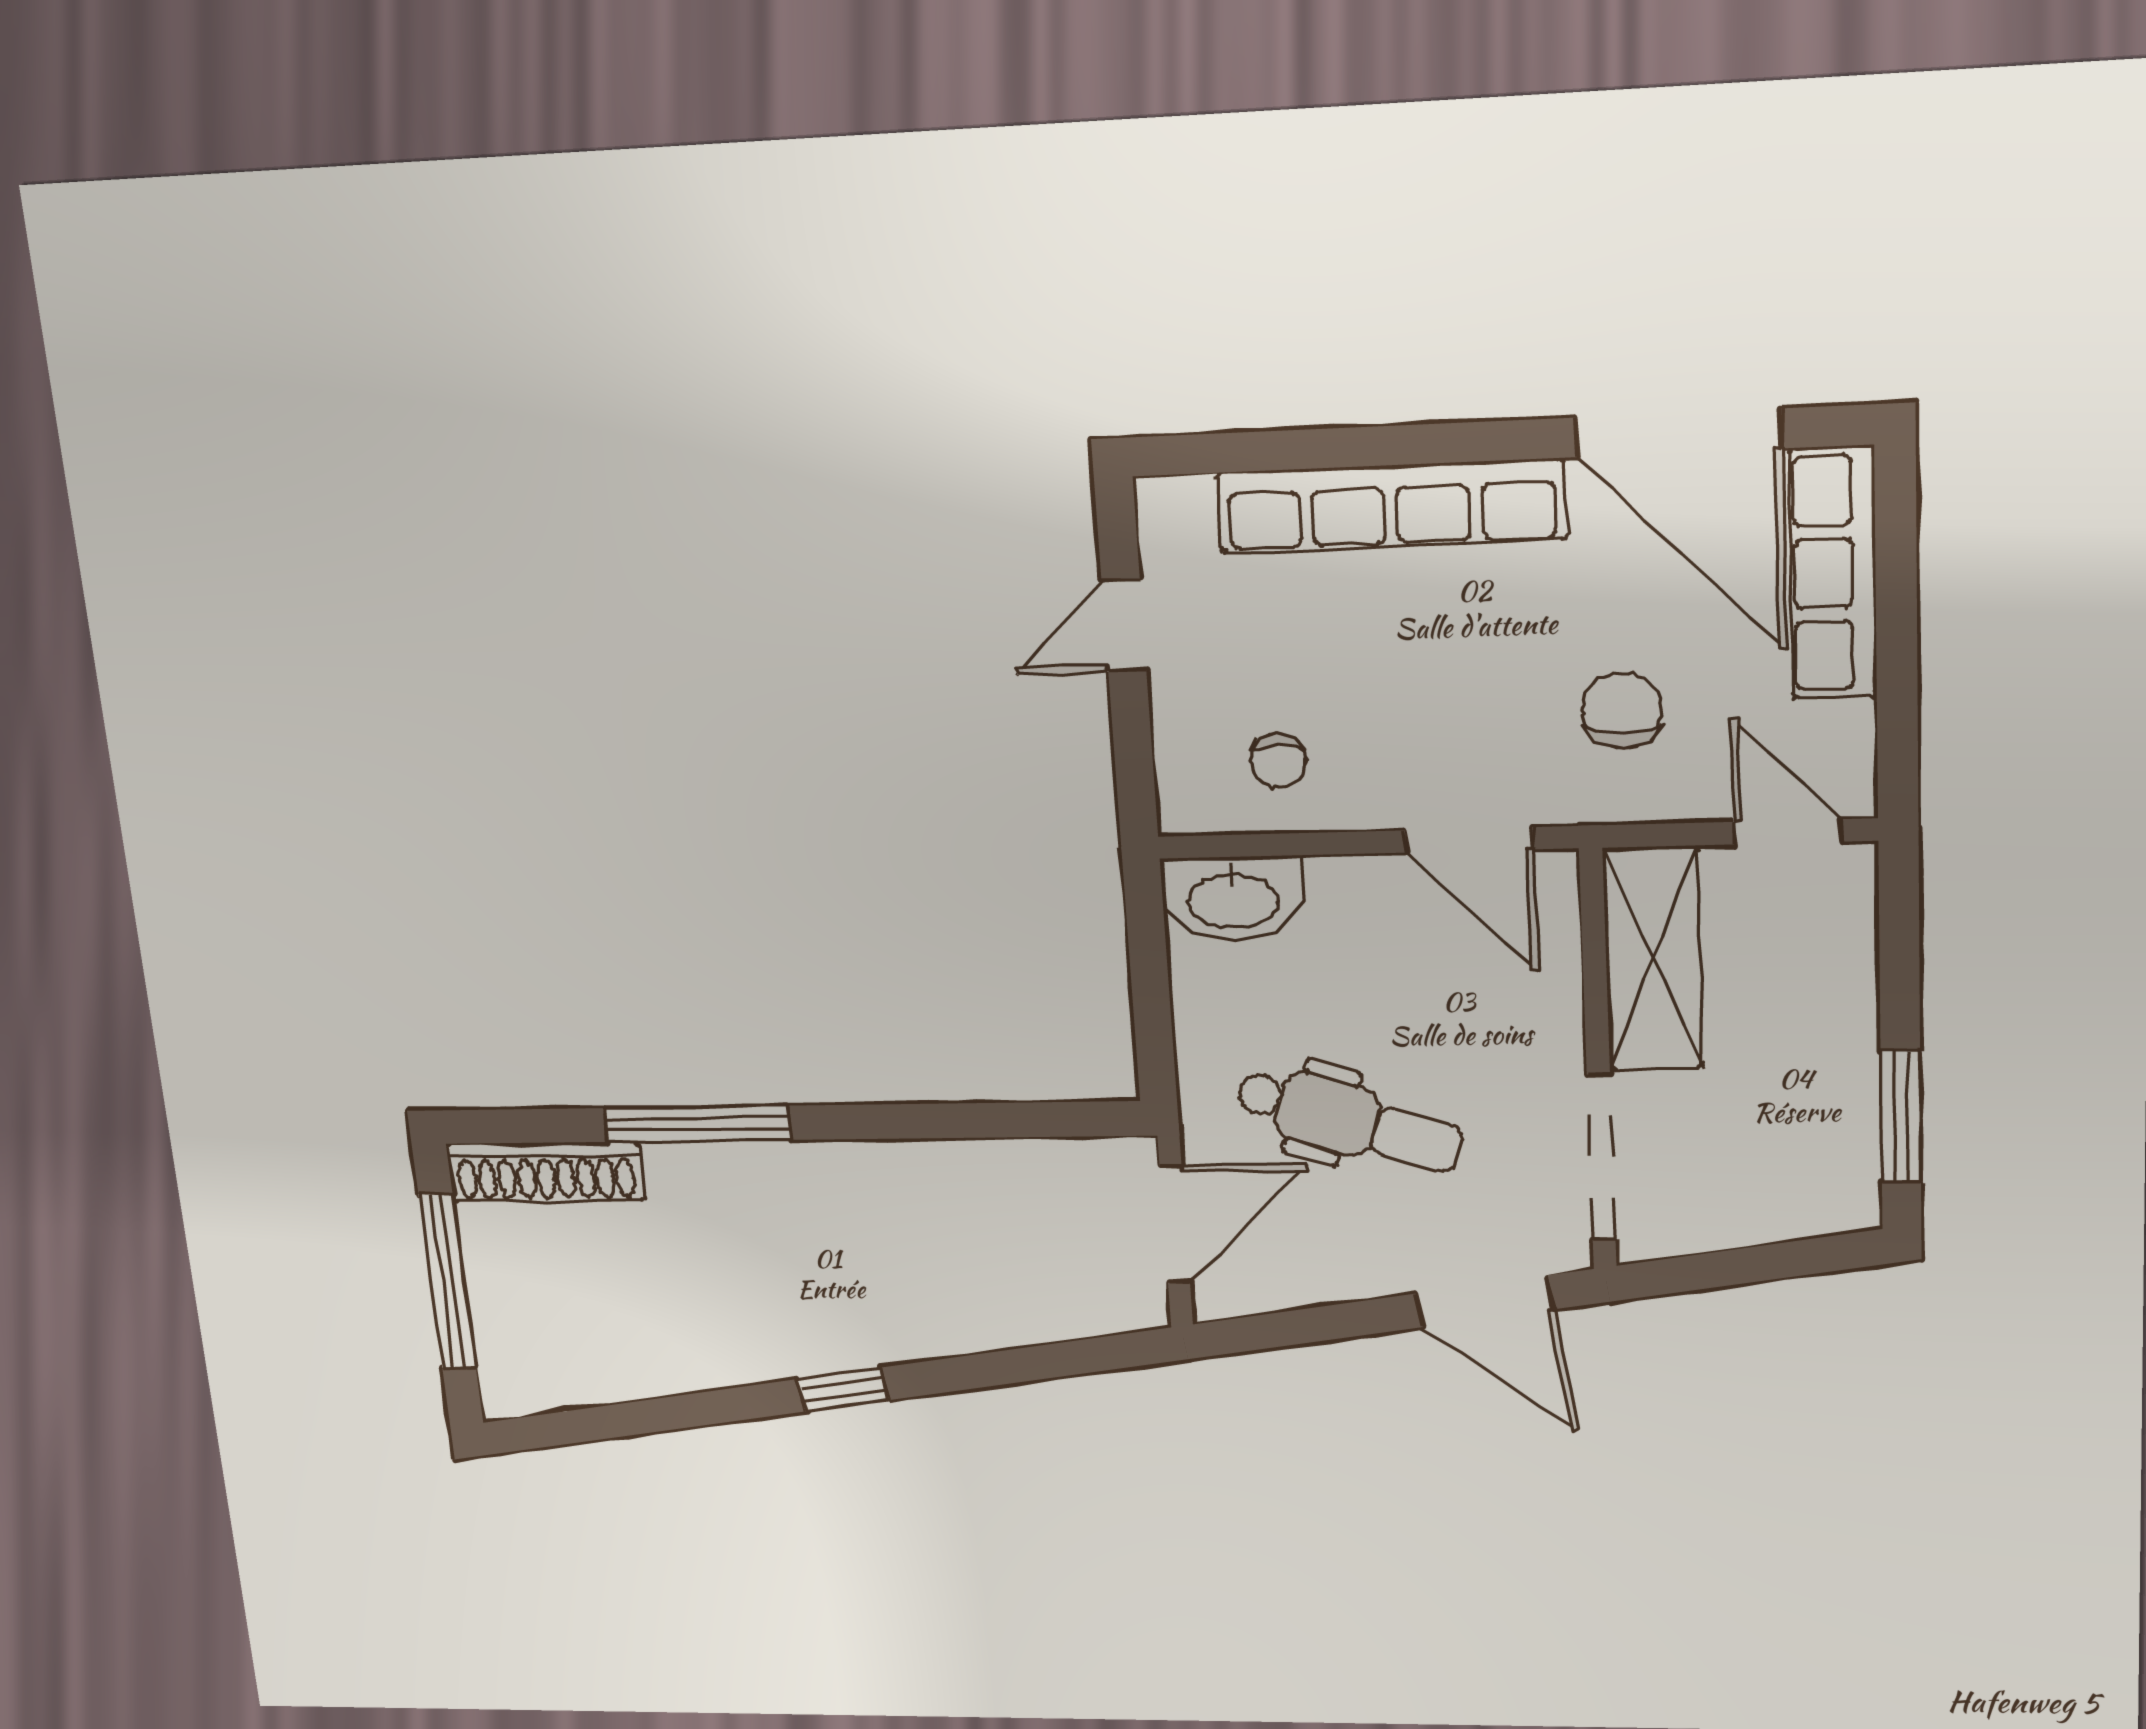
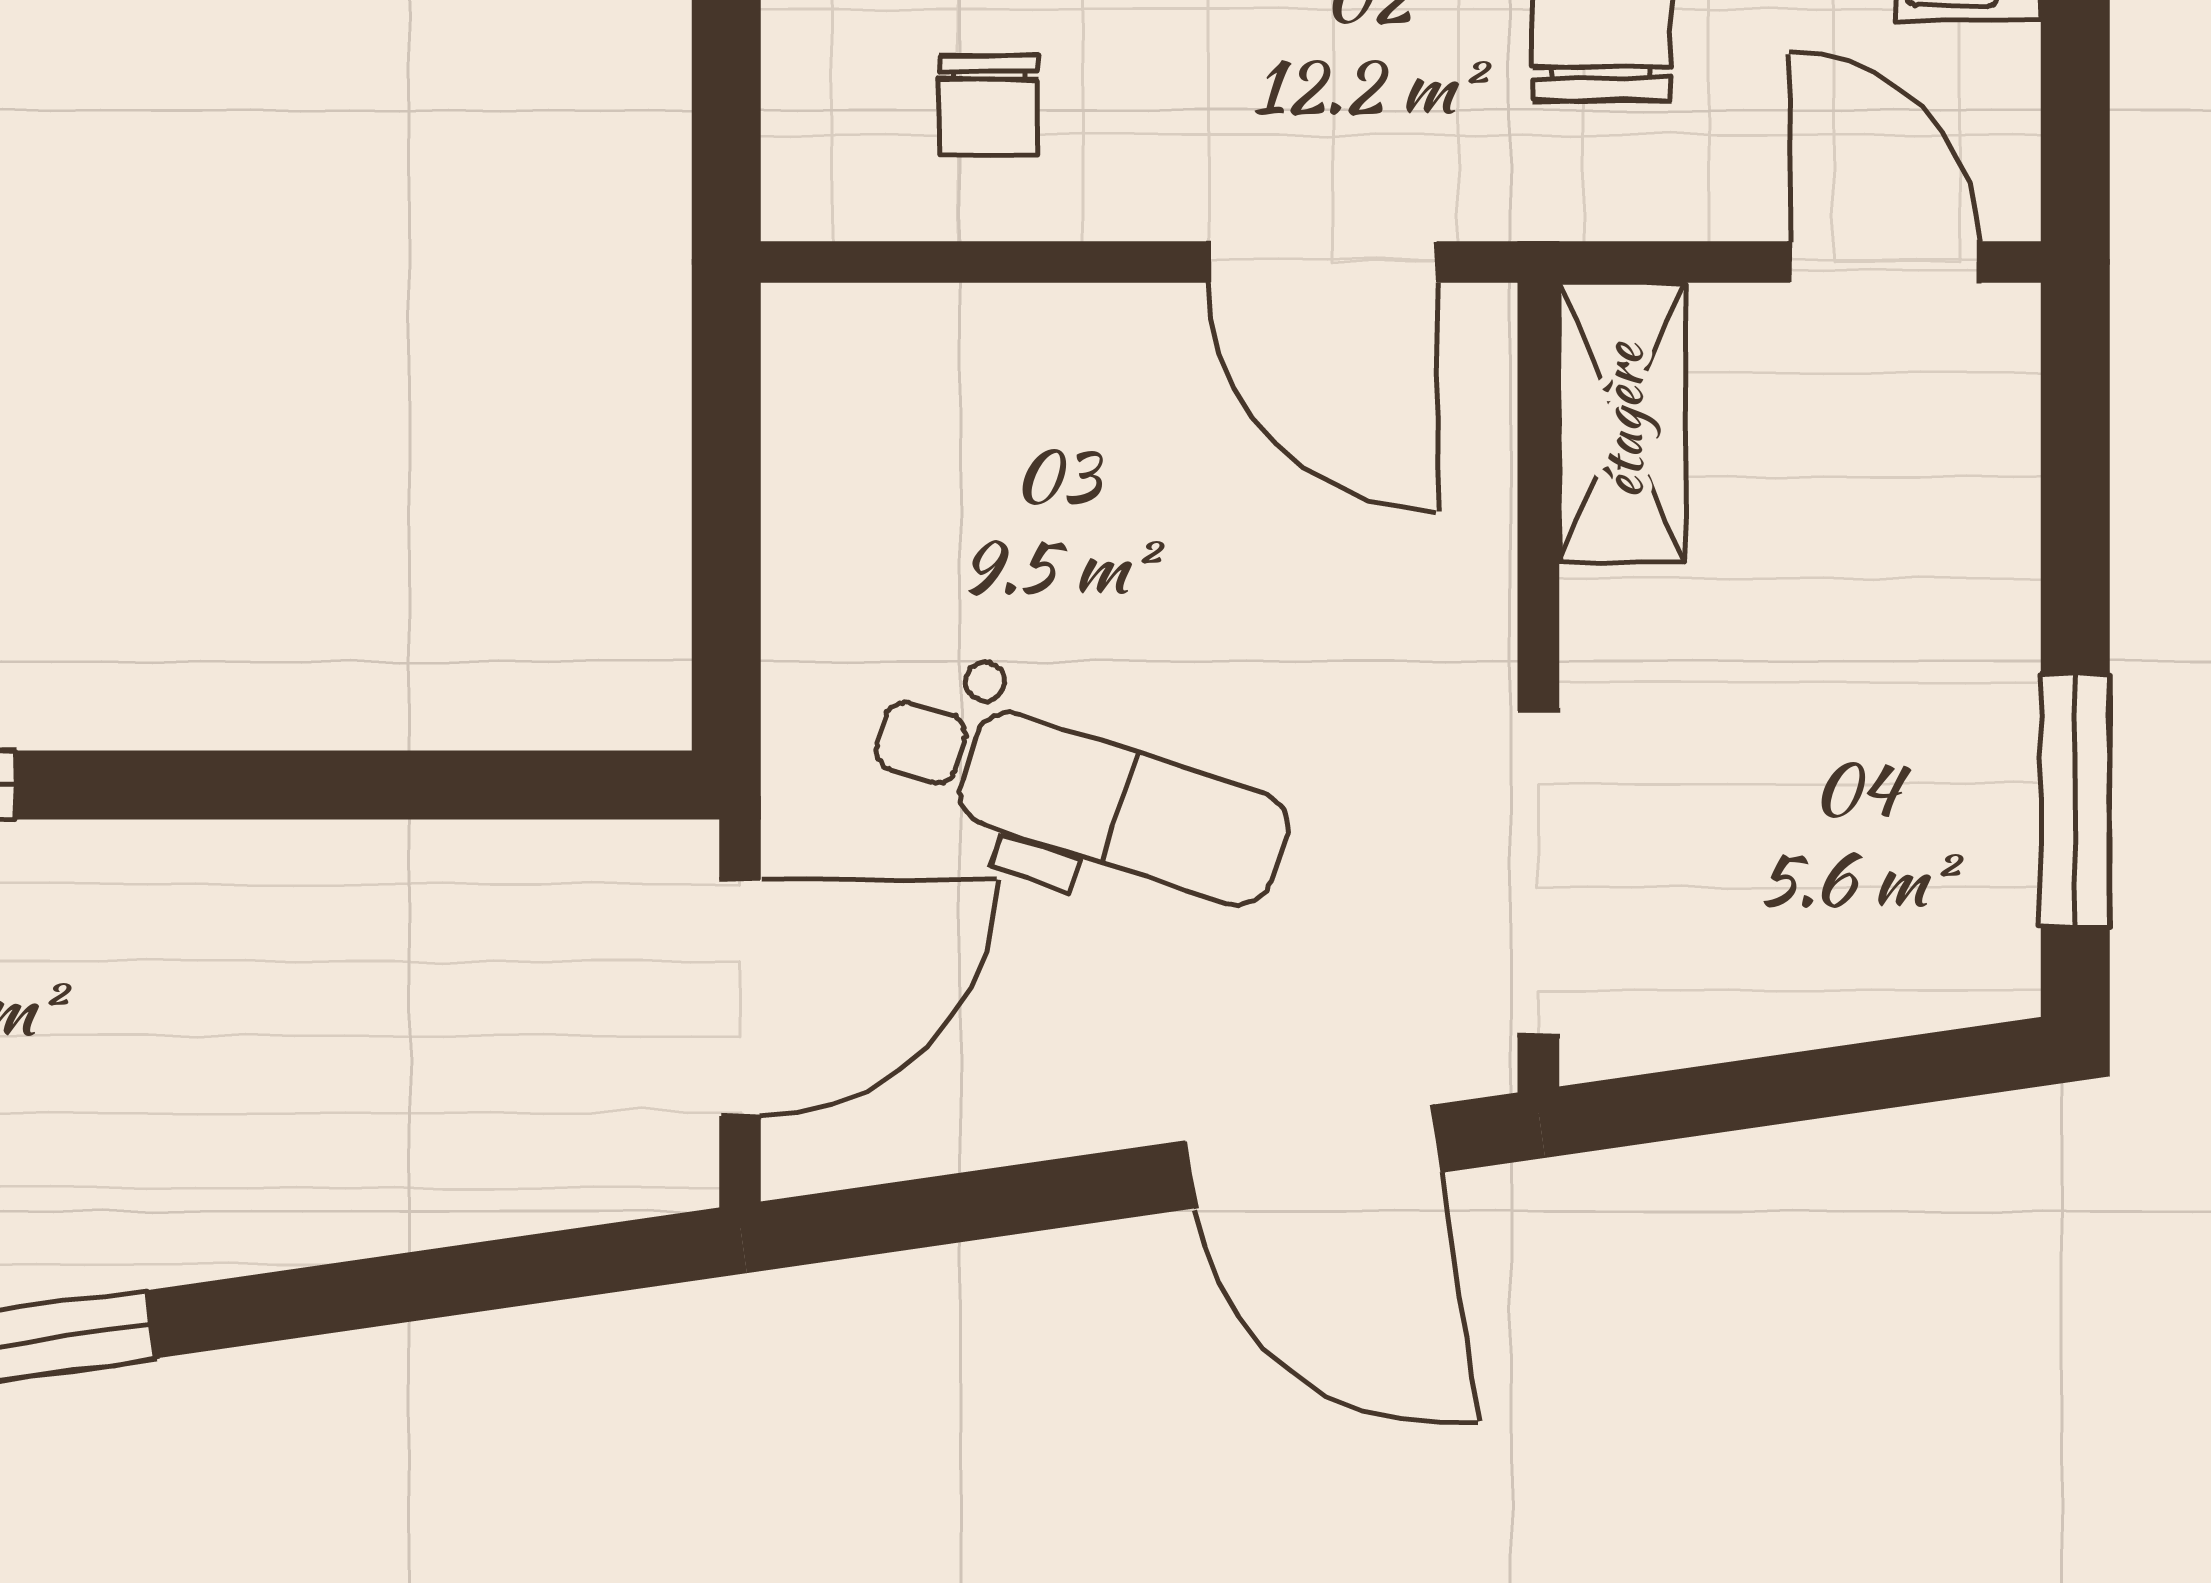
washbasin: (1233, 899) -> (890, 362), removed
shelving: (1653, 959) -> (1622, 422), width x0.67, depth x0.75

